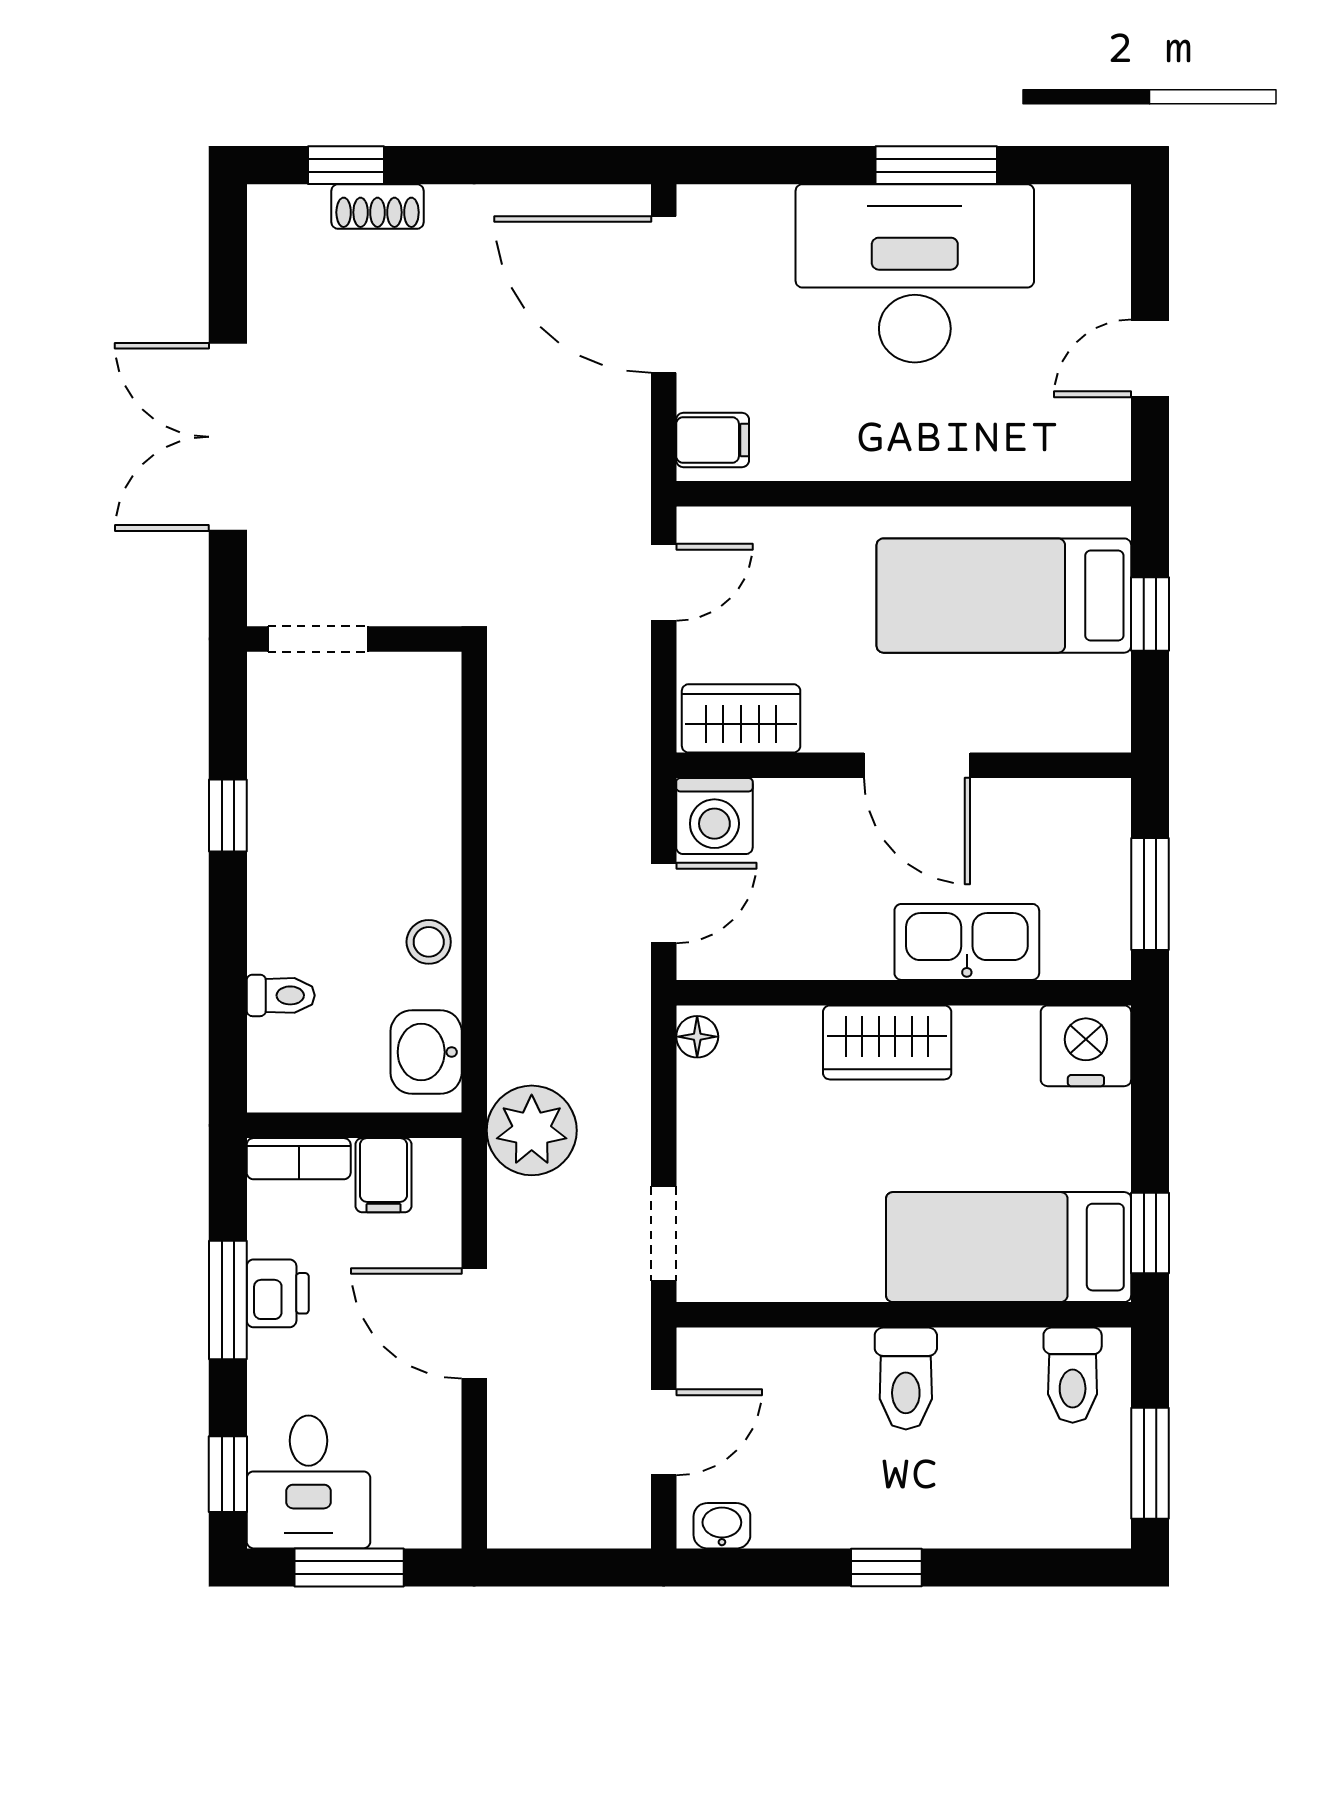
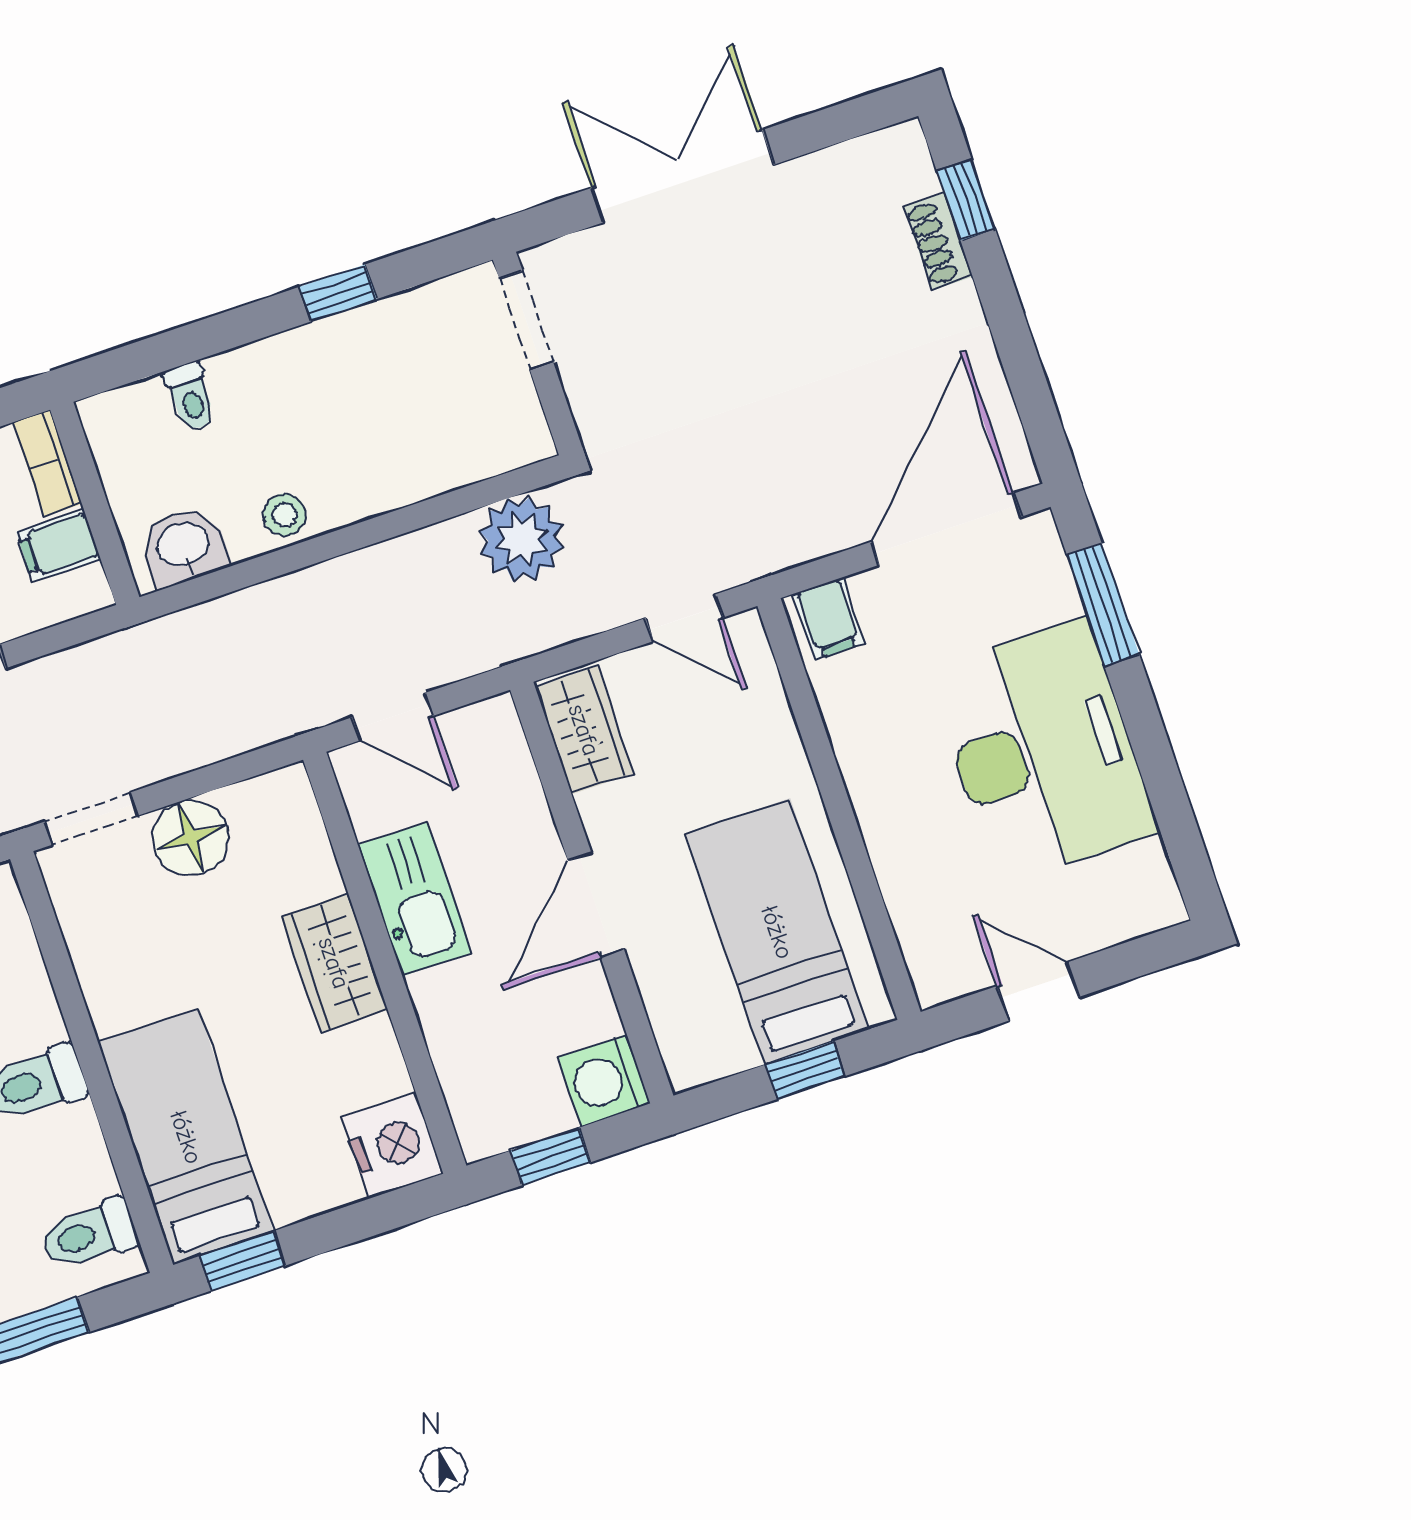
window: (936, 165) -> (1103, 605), moved
washing machine: (714, 816) -> (604, 1081), moved
window: (1150, 894) -> (551, 1157), width x0.67
kitchen sink: (967, 942) -> (415, 899), moved
floor lamp: (697, 1037) -> (191, 838), moved, width x1.89, depth x1.89
plant: (532, 1130) -> (521, 539), moved

